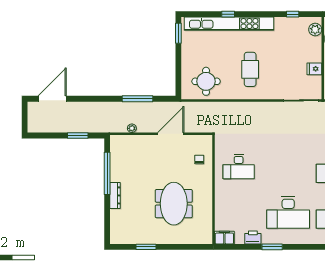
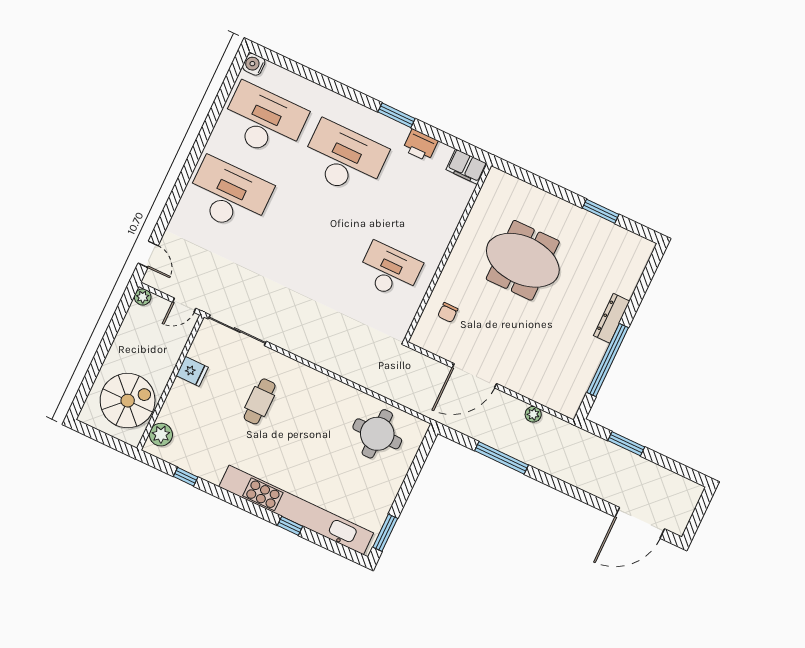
cafe table: (250, 69) -> (260, 401), moved, width x0.73, depth x0.74
meeting table: (174, 204) -> (523, 260), turned 90

